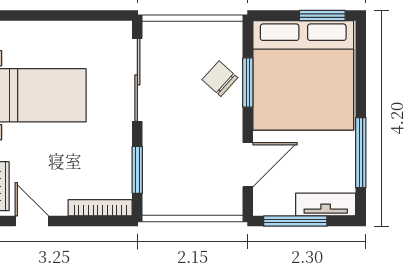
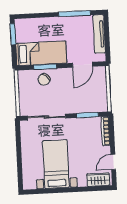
bed: (303, 75) -> (41, 53), width x0.49
door: (248, 165) -> (83, 65), swing flipped
tv unit: (326, 204) -> (99, 34), width x1.41
window: (295, 221) -> (107, 42), removed

